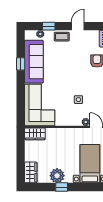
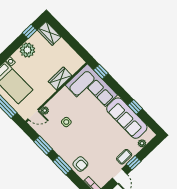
window: (49, 26) -> (134, 163), moved
window: (21, 111) -> (101, 72), added
wardrobe: (35, 134) -> (60, 79), moved
window: (62, 187) -> (30, 31), moved

